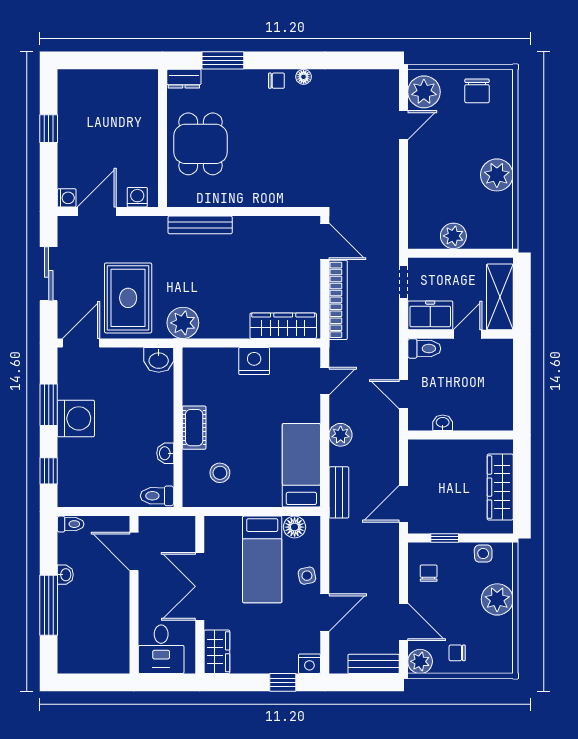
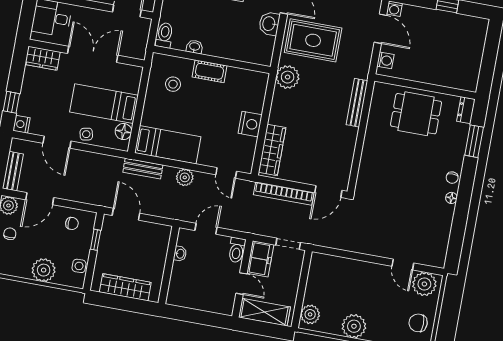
plant: (453, 236) -> (310, 314), moved
washbasin: (159, 360) -> (269, 24), moved

